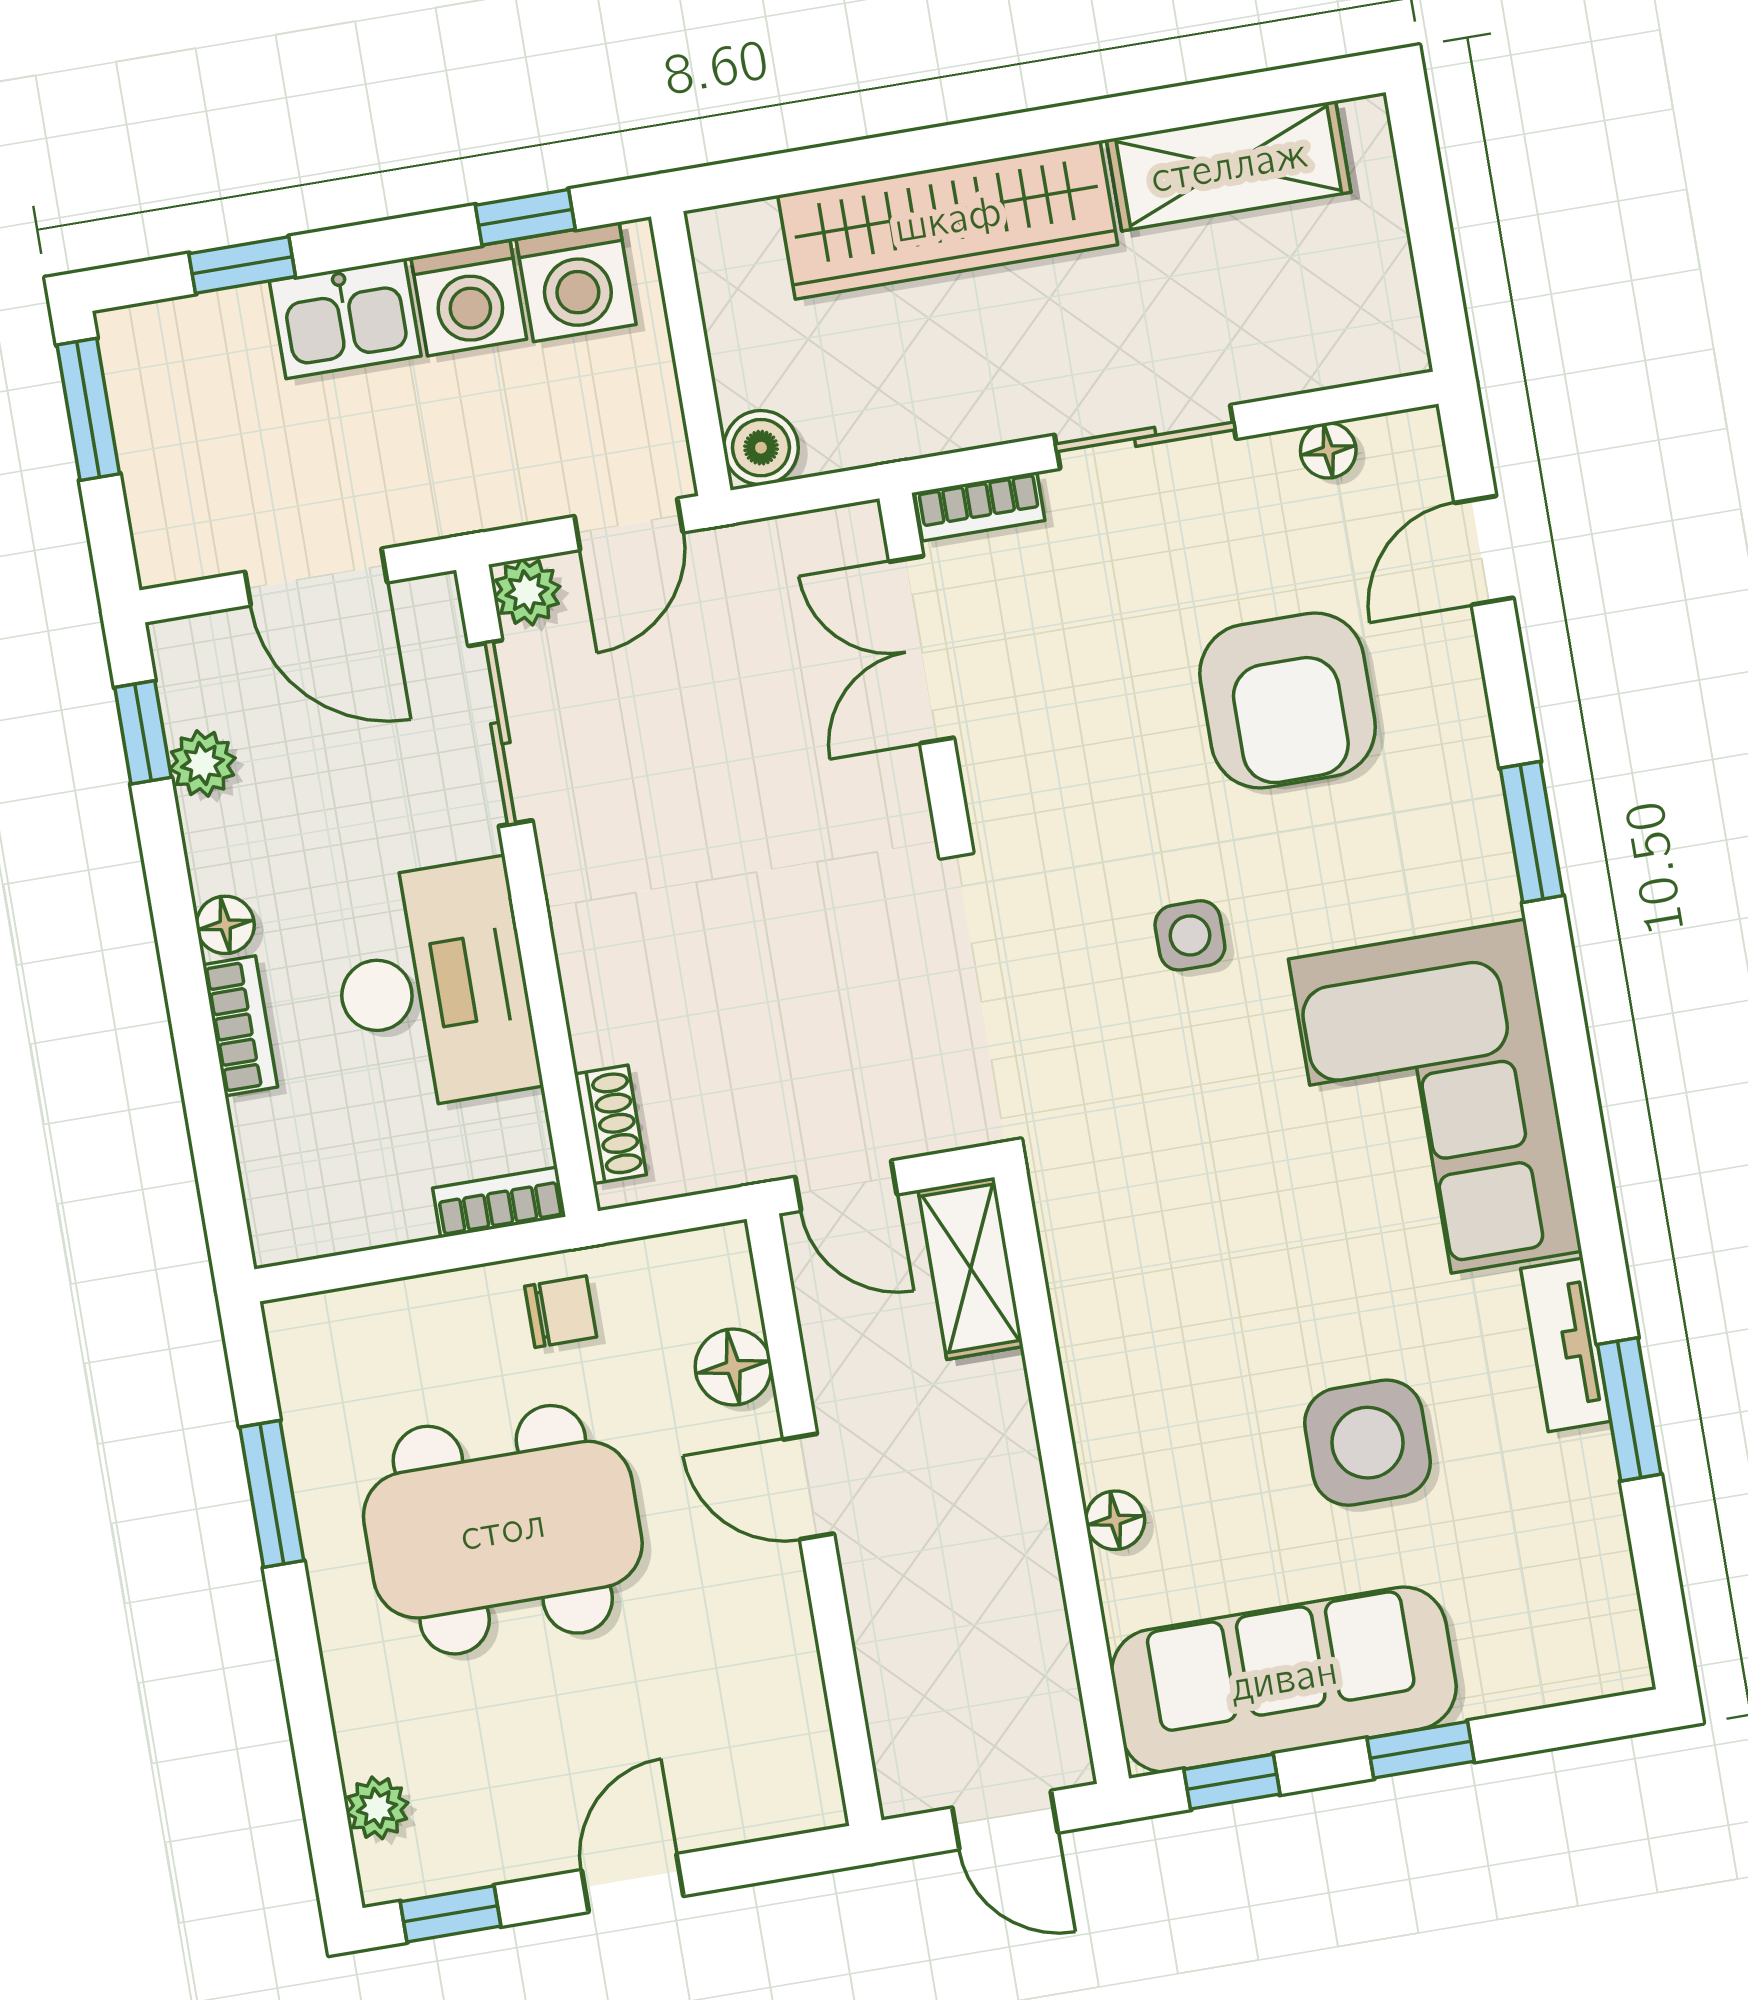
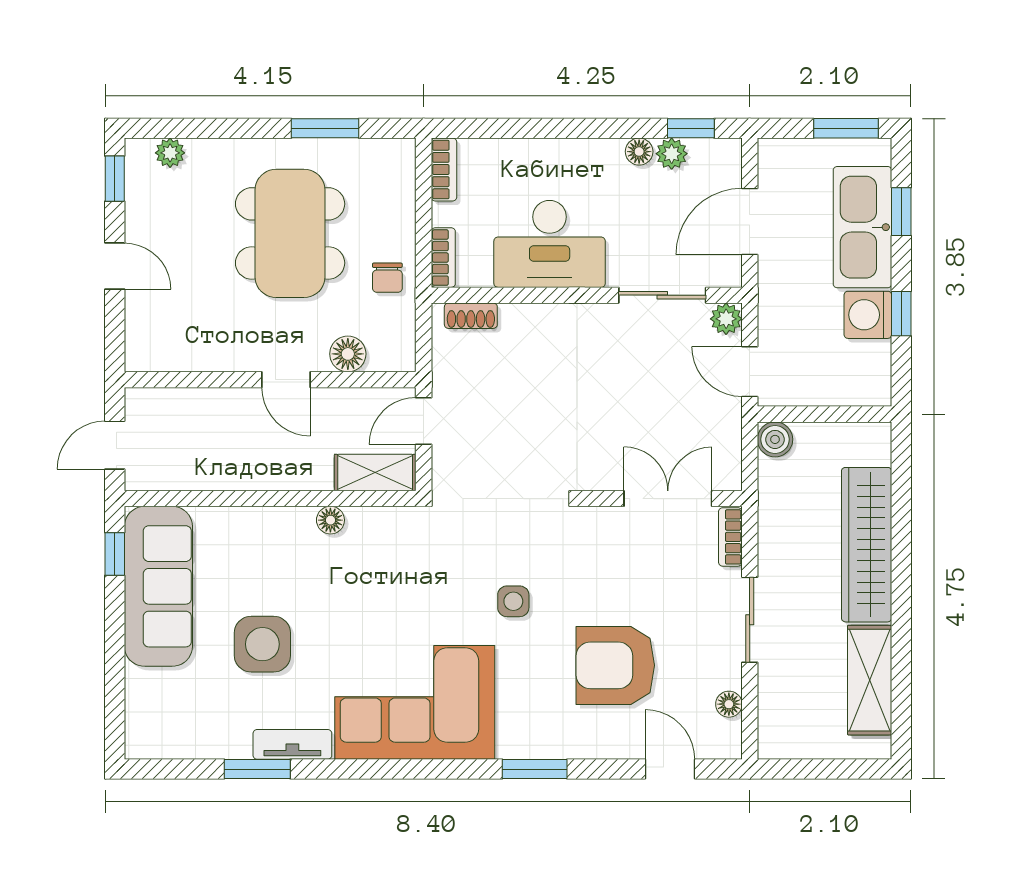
window: (525, 217) -> (901, 314), moved
washing machine: (576, 282) -> (867, 366), removed
kitchen sink: (345, 319) -> (862, 227), width x1.88, depth x1.24
floor lamp: (225, 925) -> (639, 152), moved
bookcase: (240, 1026) -> (444, 170), moved, turned -90
door: (809, 1487) -> (286, 380), swing flipped
floor lamp: (1115, 1520) -> (330, 520), moved
window: (1421, 1750) -> (115, 645), removed

